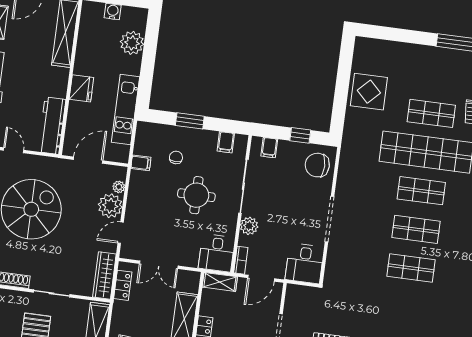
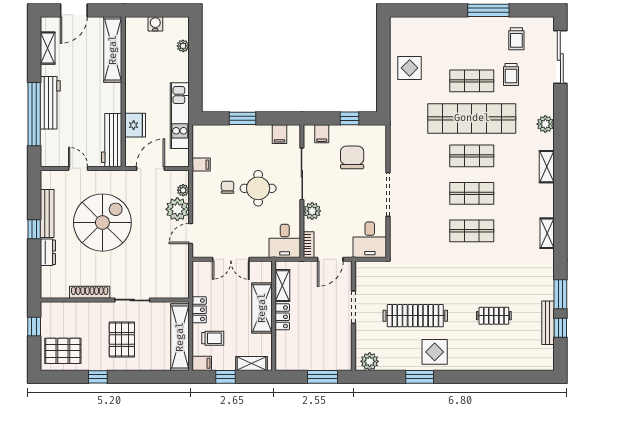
plant: (132, 43) -> (183, 46), width x0.53, depth x0.53
fridge: (81, 88) -> (135, 125), moved
display table: (369, 92) -> (410, 68), width x0.73, depth x0.73
chair: (176, 157) -> (228, 187), moved
chair: (317, 165) -> (352, 157), moved, turned 90
wardrobe: (104, 276) -> (181, 276), removed
shelving: (220, 282) -> (282, 286), moved, turned 90
locker: (123, 285) -> (199, 310), moved

